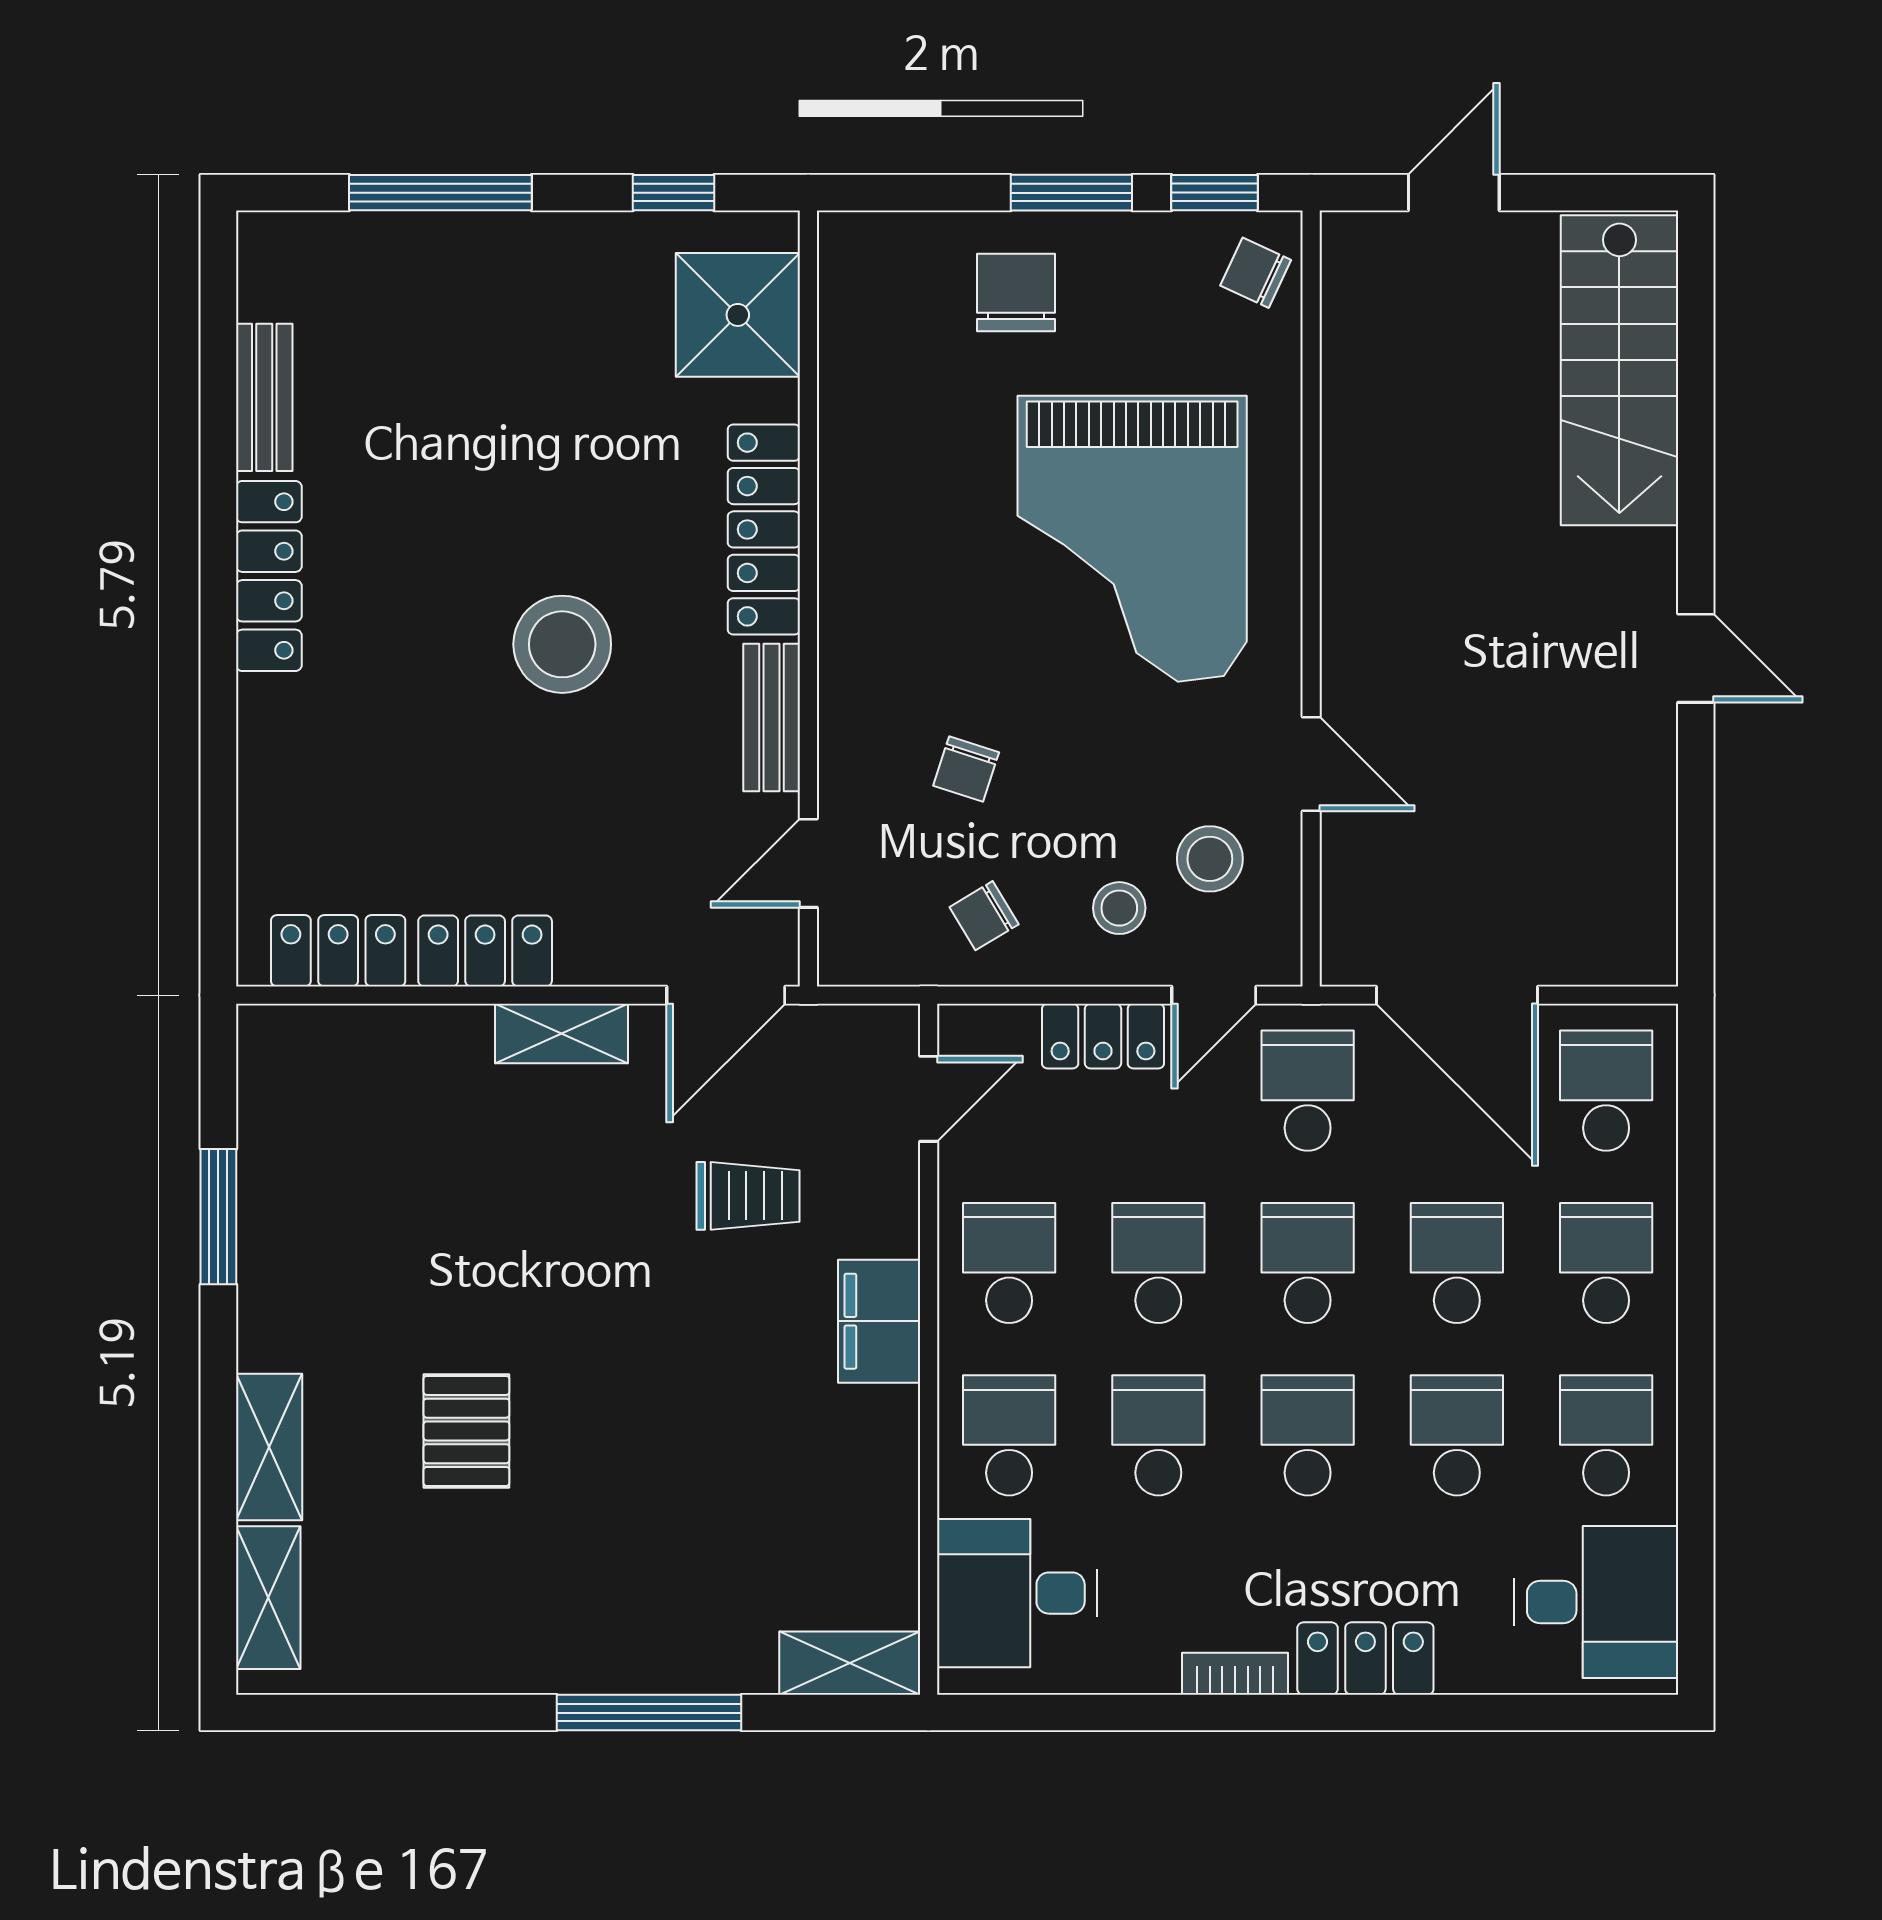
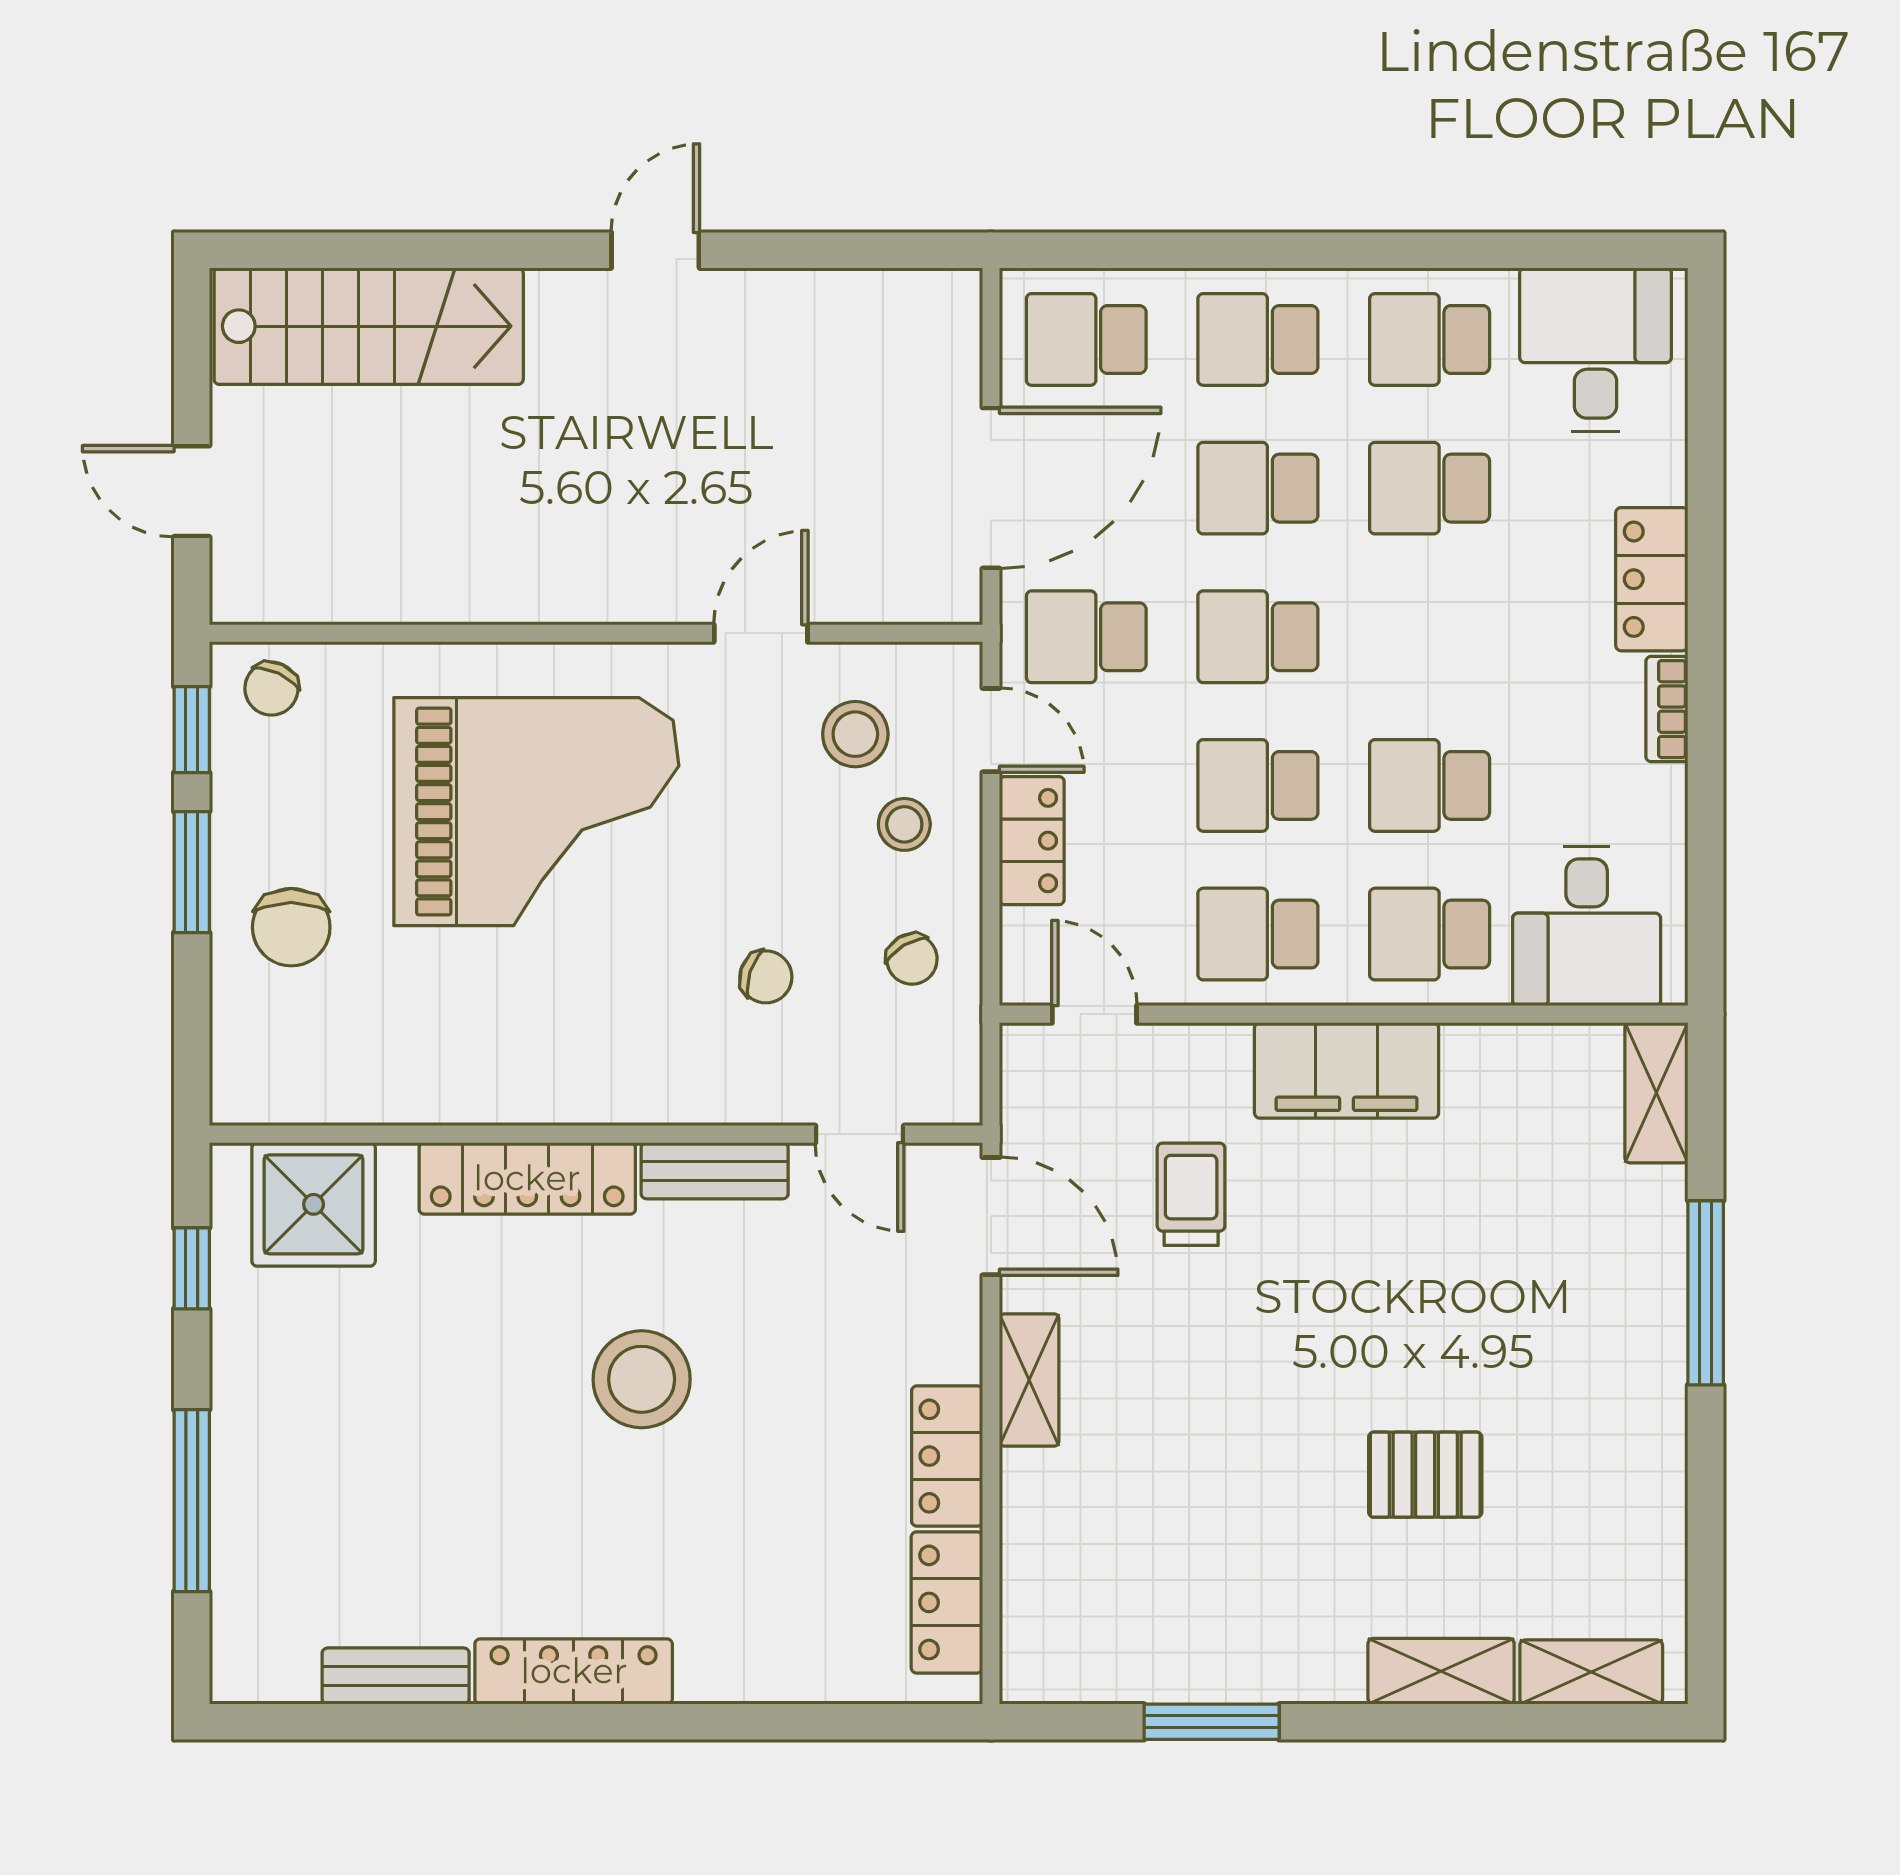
chair: (1016, 293) -> (291, 927), turned -90
filing cabinet: (879, 1321) -> (1347, 1070), width x1.50, depth x1.17
school desk: (1308, 1435) -> (1430, 637), removed

